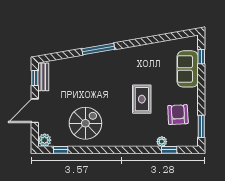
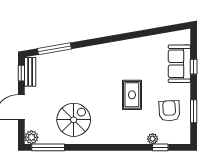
window: (98, 49) -> (54, 49), moved
window: (201, 57) -> (194, 67), moved
window: (201, 126) -> (194, 111), moved
window: (61, 150) -> (48, 147), width x2.17

